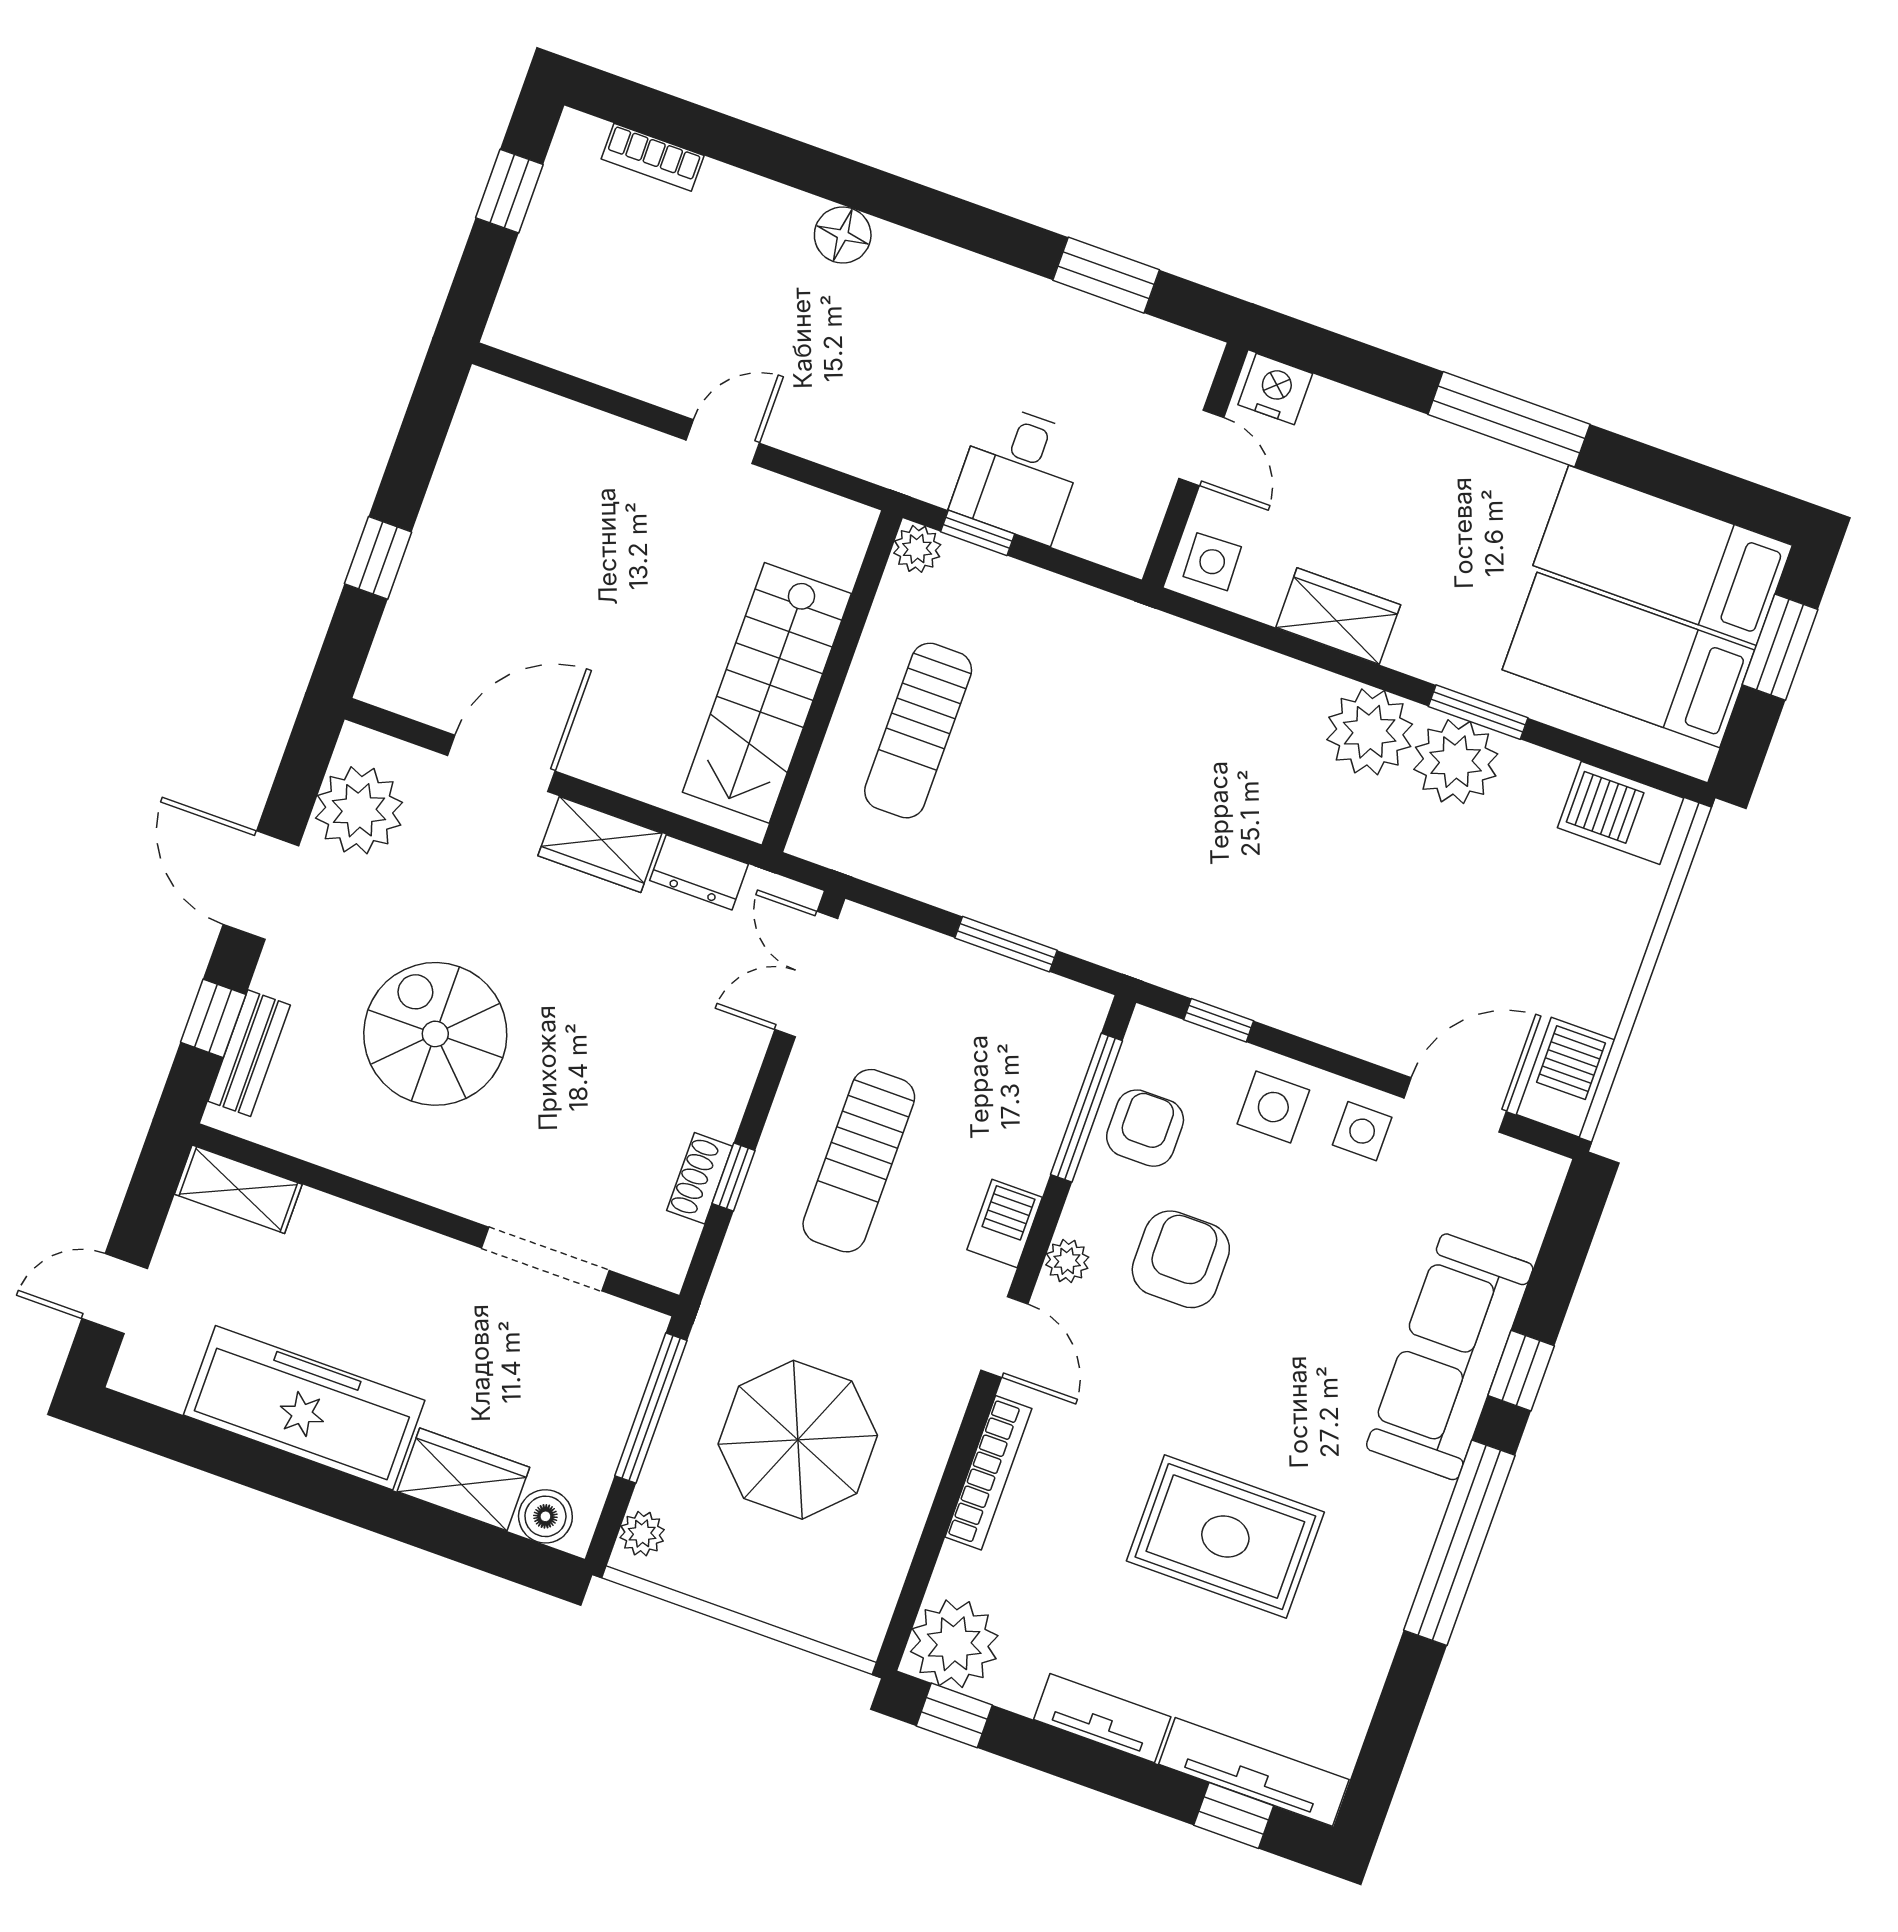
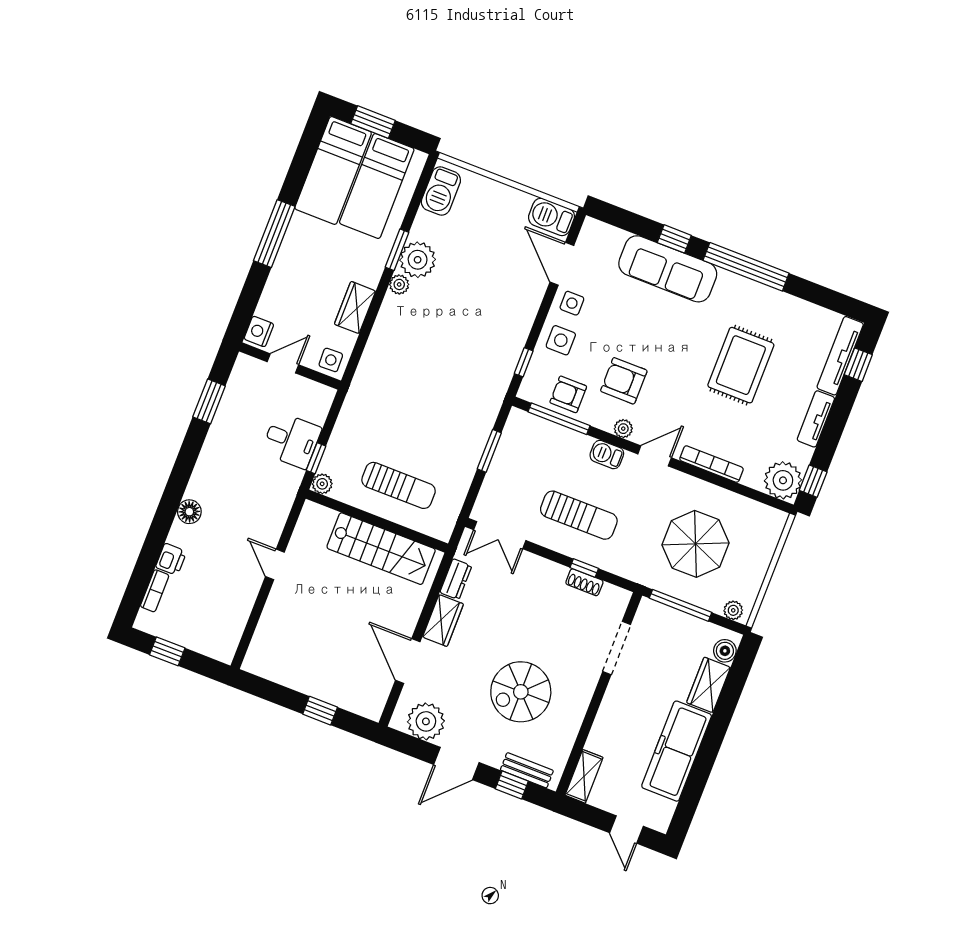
printer: (728, 194) -> (171, 559), added
plant: (1370, 732) -> (399, 284), width x0.53, depth x0.53

